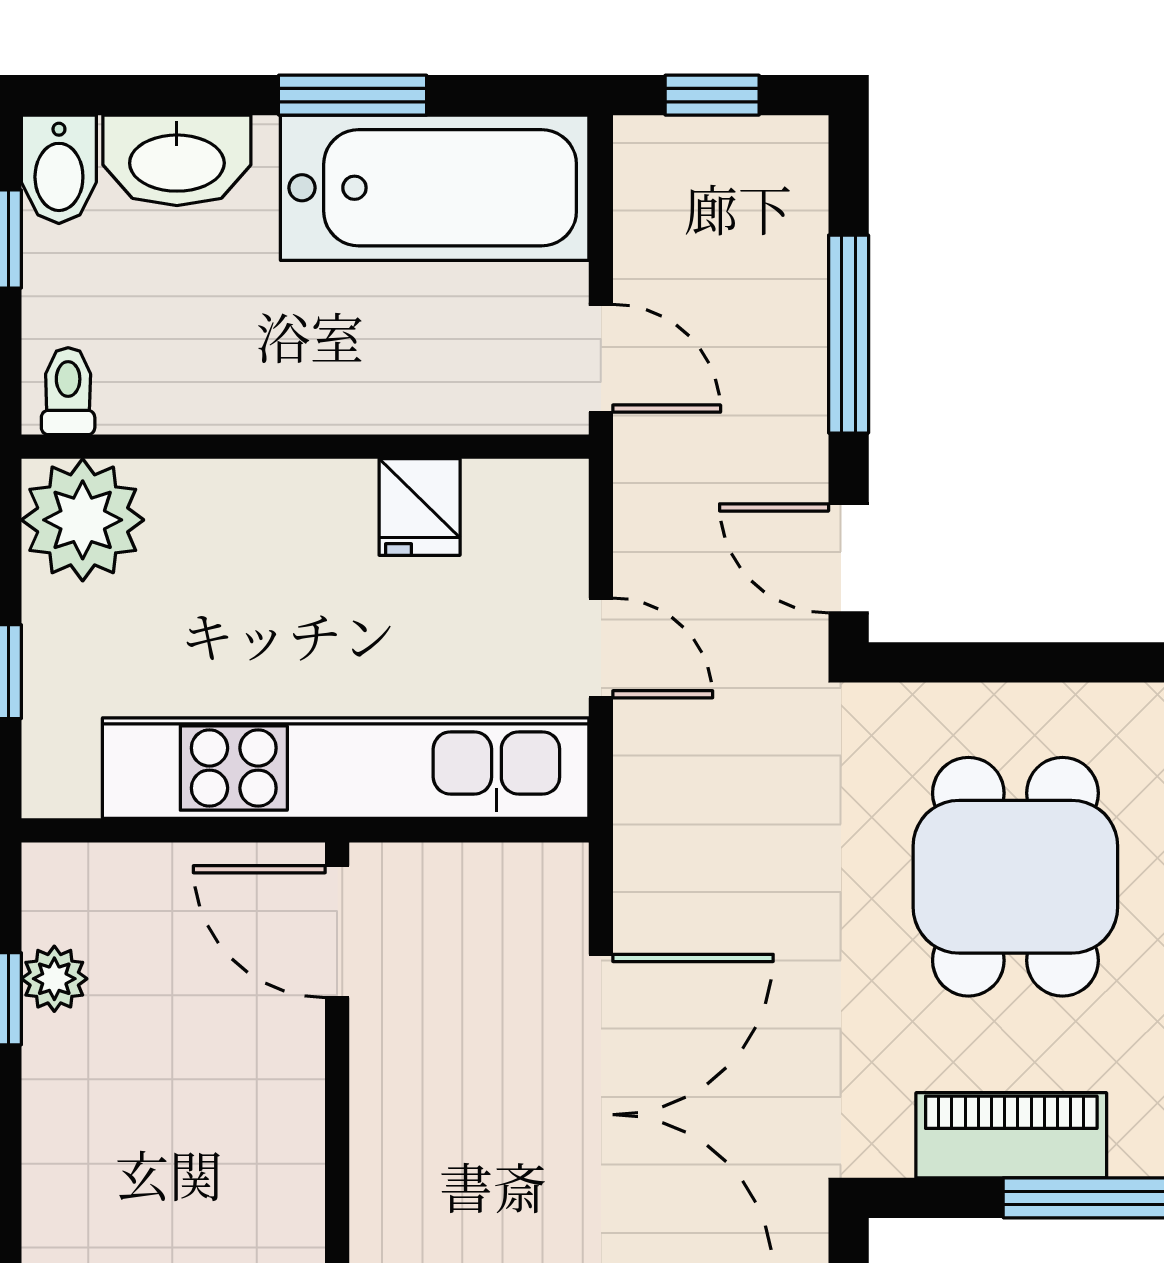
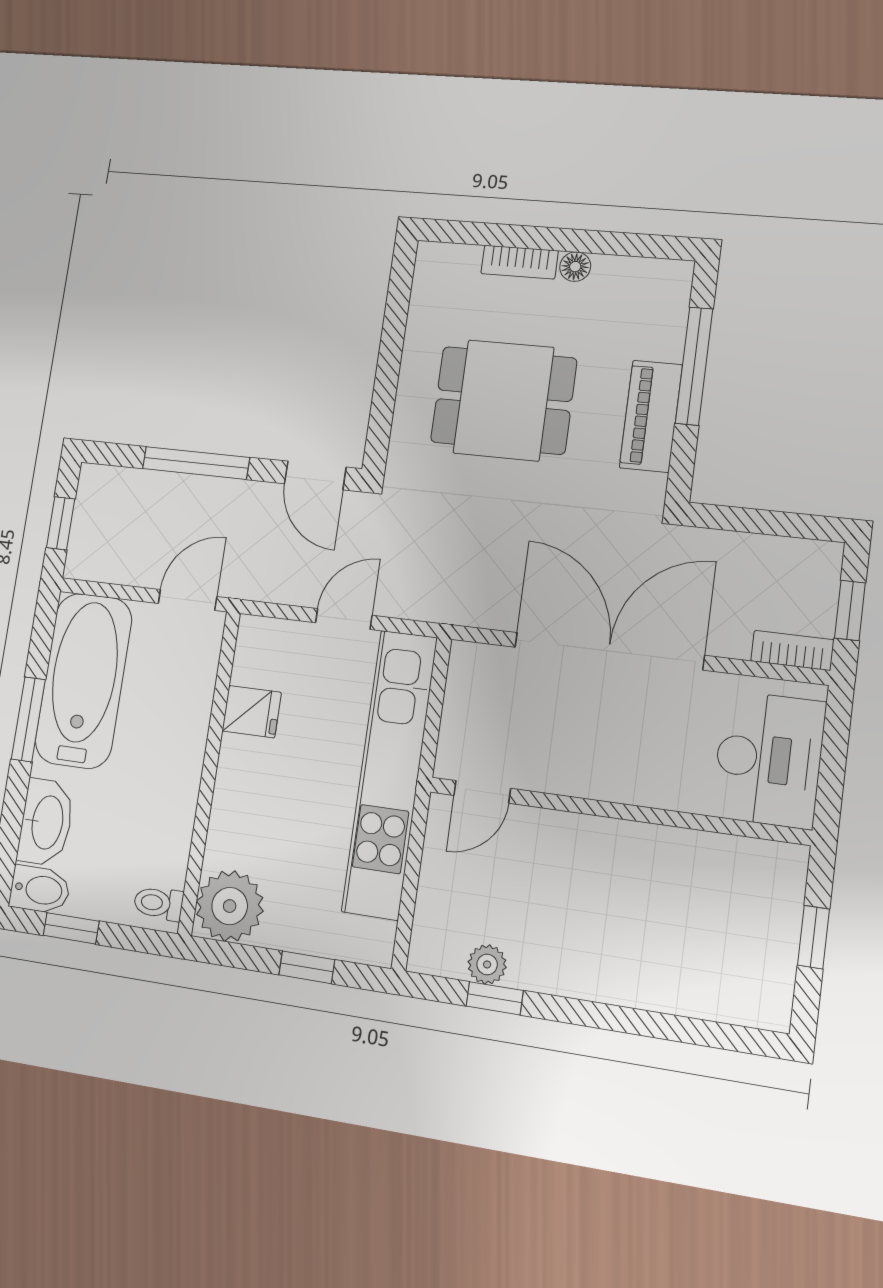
door: (849, 558) -> (315, 475), hinge flipped
door: (337, 932) -> (482, 792), width x0.73

